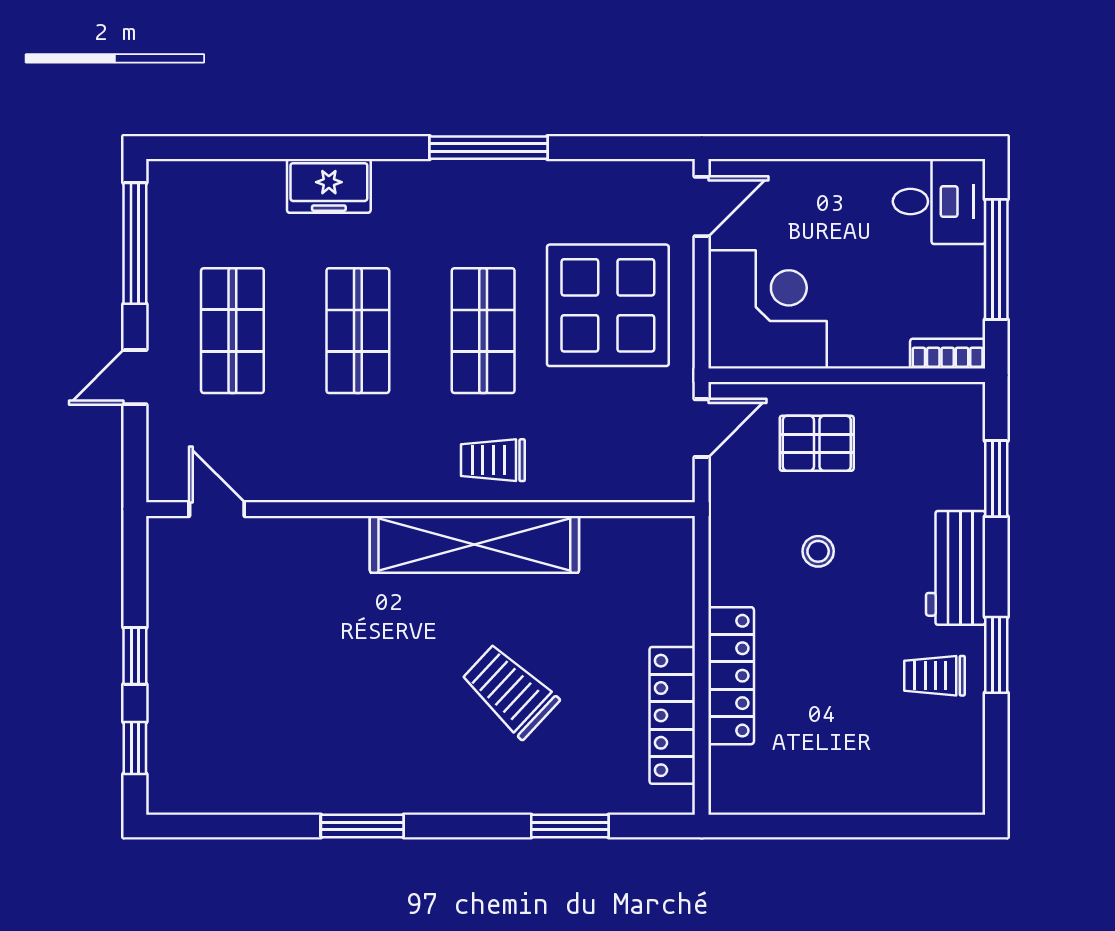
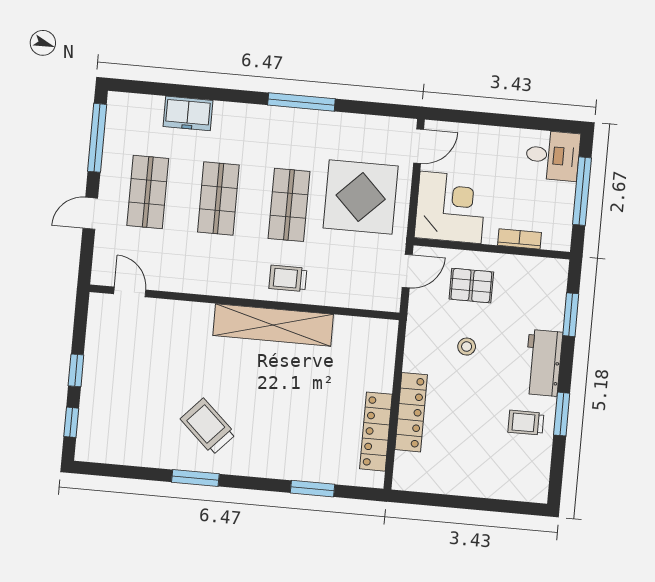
freezer: (329, 186) -> (188, 113), moved
bookcase: (948, 354) -> (520, 239), moved
trolley: (510, 691) -> (208, 426), moved

